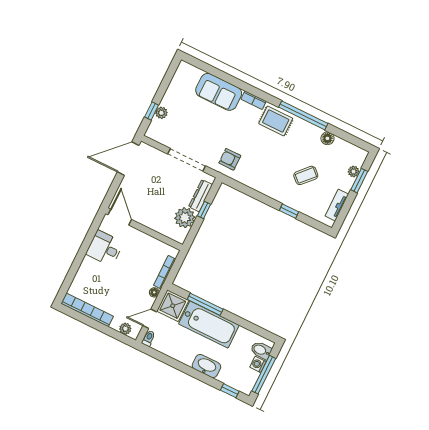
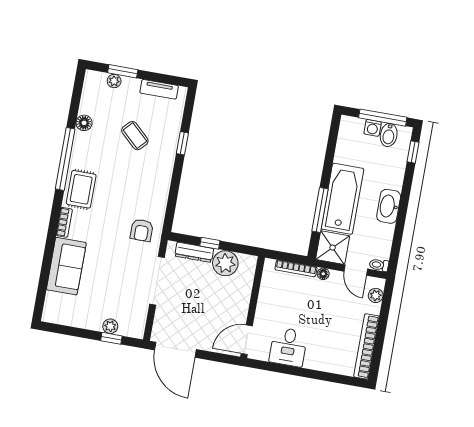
bidet: (261, 350) -> (389, 135), moved
washbasin: (206, 366) -> (389, 206), moved

